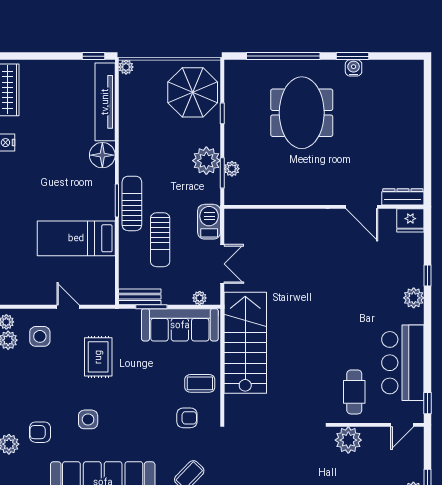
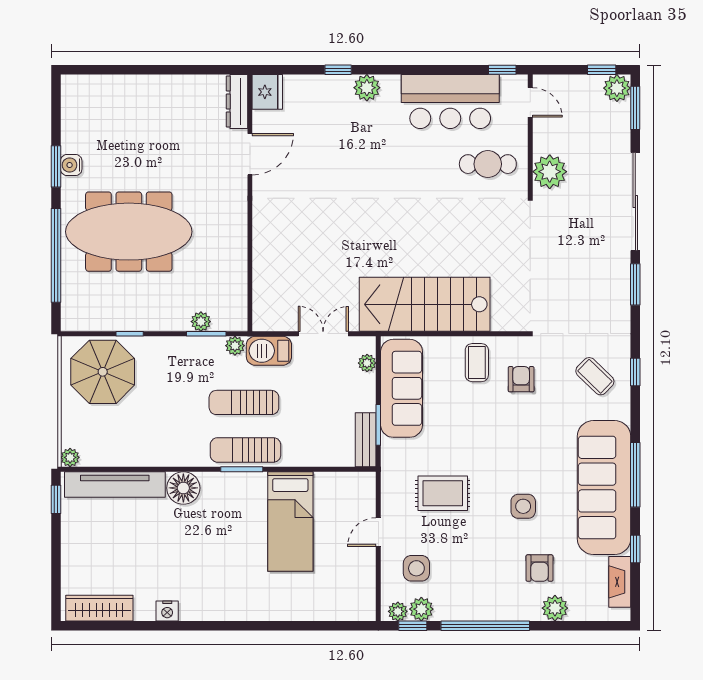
meeting table: (302, 113) -> (129, 232), width x1.36
plant: (206, 161) -> (235, 346), moved, width x0.53, depth x0.53
sun lounger: (160, 240) -> (244, 402), moved, turned 180

